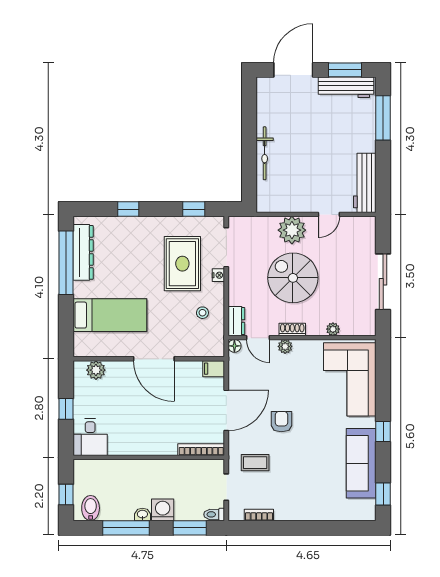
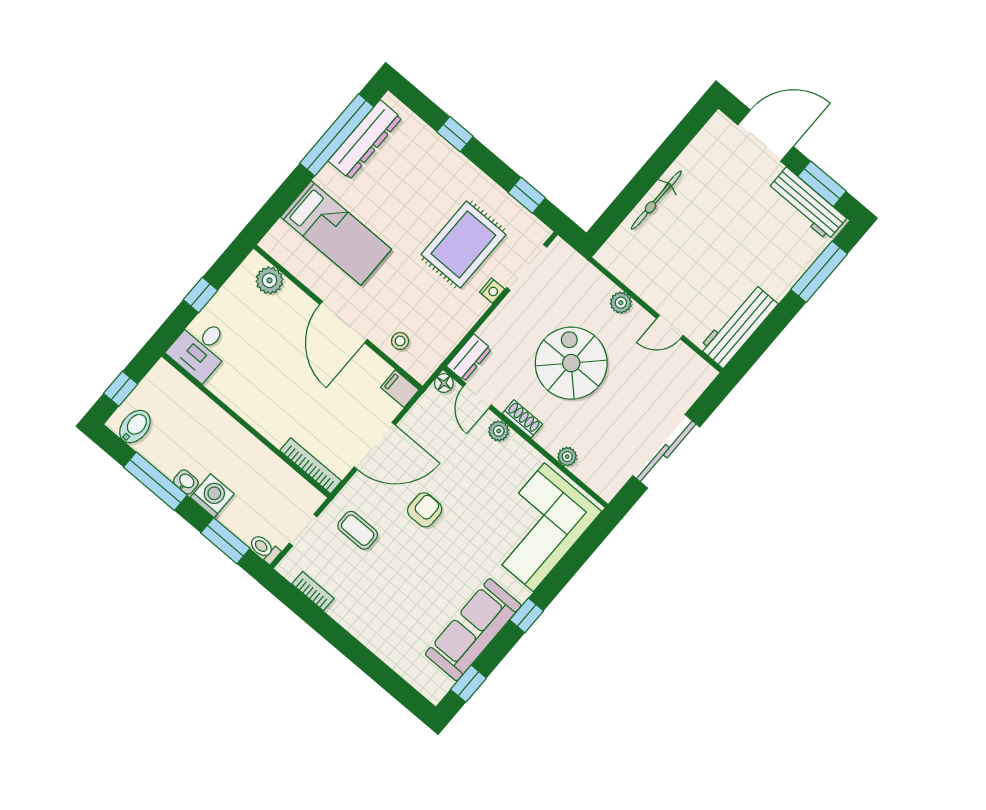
plant: (292, 230) -> (621, 303), width x0.53, depth x0.53
stool: (202, 313) -> (400, 341), moved

